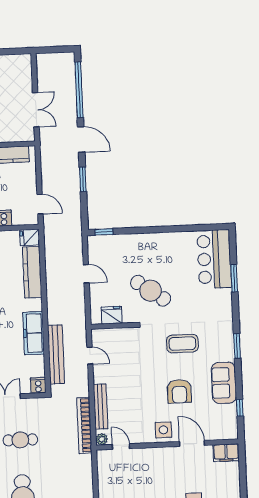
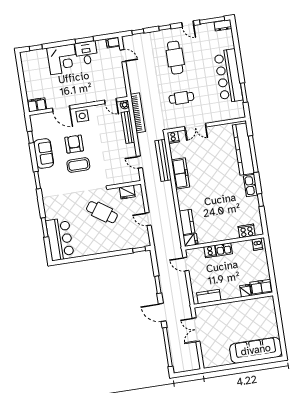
kitchen counter: (32, 272) -> (187, 222), width x0.67
coffee table: (182, 344) -> (78, 165), moved

